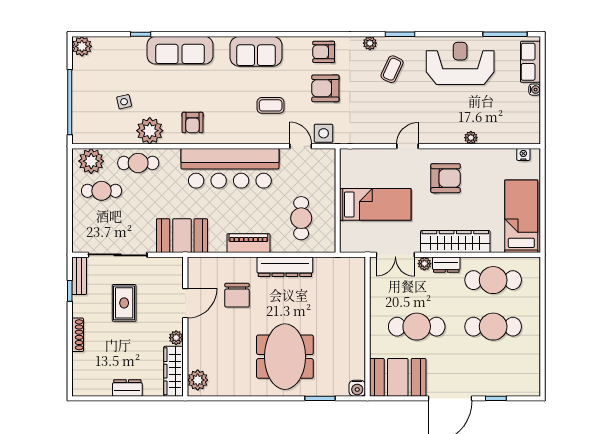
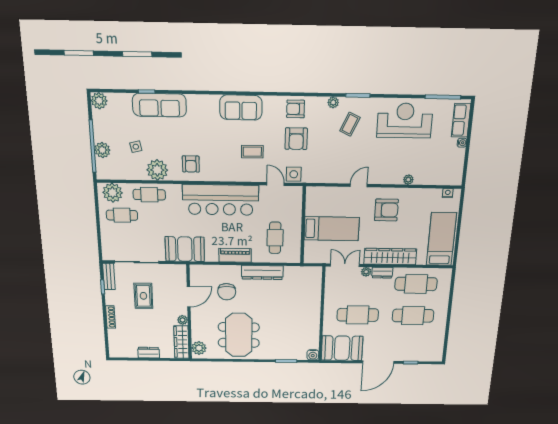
sofa: (180, 50) -> (159, 105), moved
armchair: (325, 88) -> (296, 139), turned -90
plant: (82, 107) -> (102, 150), added
double door: (395, 255) -> (345, 265), swing flipped
meeting table: (285, 357) -> (239, 335), moved

